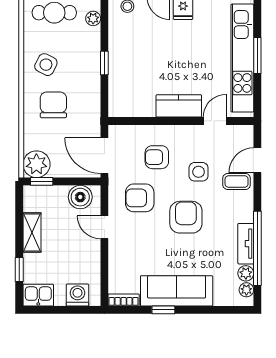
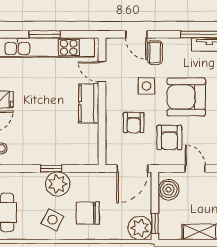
plant: (93, 18) -> (58, 184), moved, width x1.87, depth x1.87
armchair: (186, 217) -> (186, 97), width x1.36, depth x1.36
door: (104, 227) -> (195, 169), swing flipped

